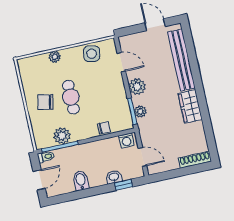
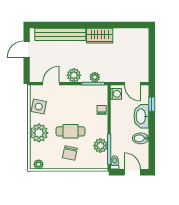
plant: (55, 57) -> (39, 133), width x1.88, depth x1.88
plant: (24, 68) -> (39, 164), added
door: (142, 157) -> (132, 84), swing flipped
shoe rack: (195, 160) -> (144, 41), removed
washbasin: (114, 177) -> (141, 116), width x1.91, depth x1.45

